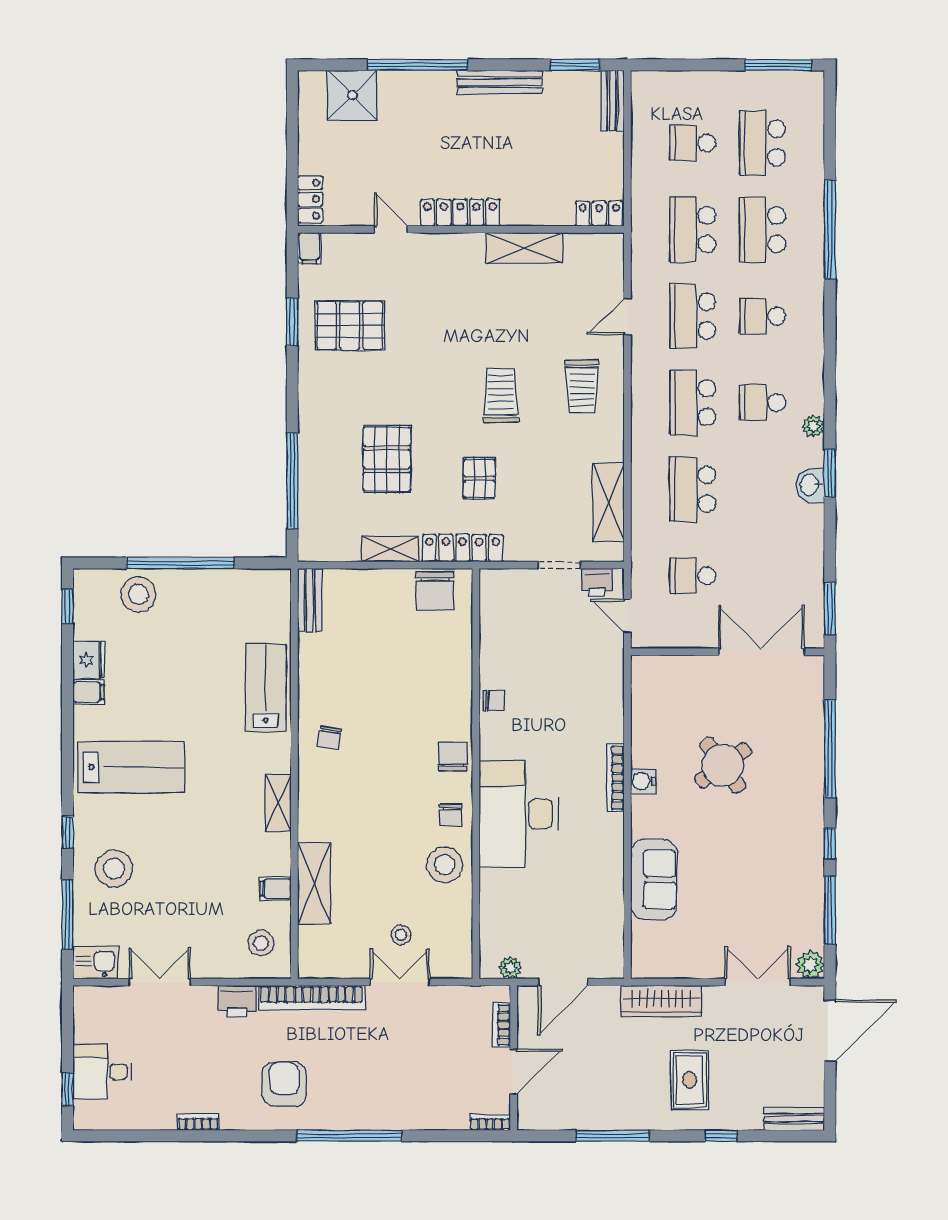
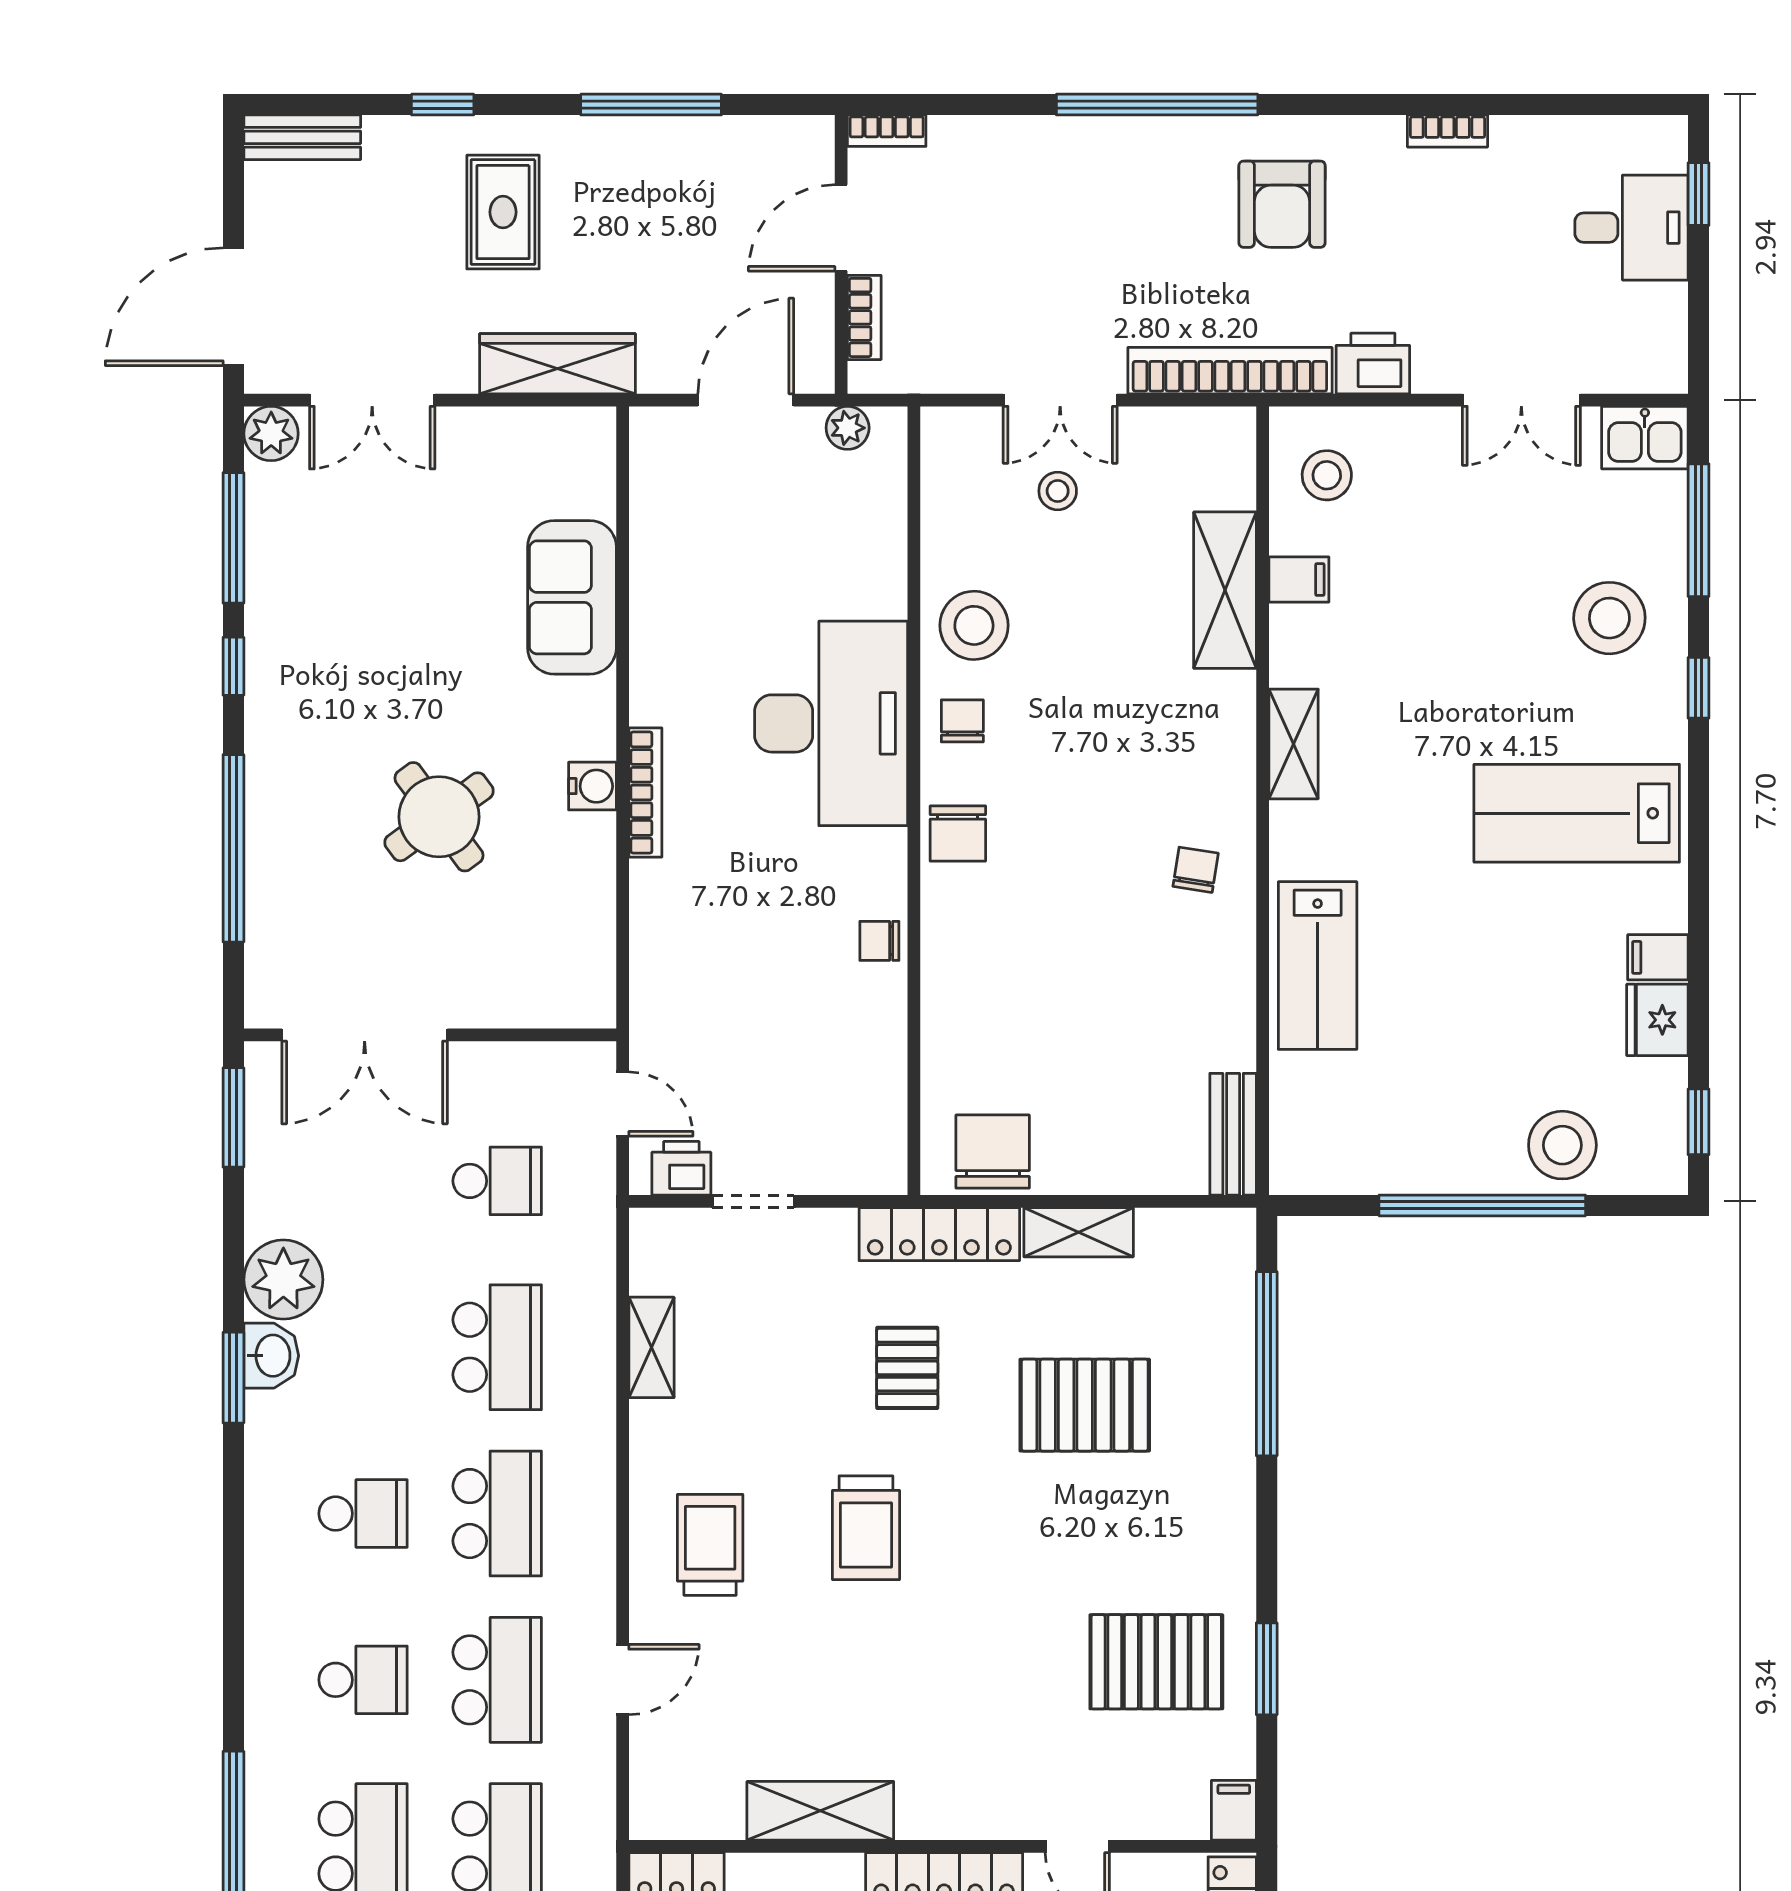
plant: (813, 426) -> (283, 1280), moved, width x1.87, depth x1.87
pallet: (387, 459) -> (1085, 1405), turned 90
shelving: (608, 502) -> (651, 1347), width x0.67, depth x0.75

